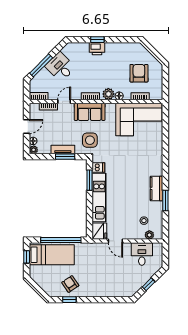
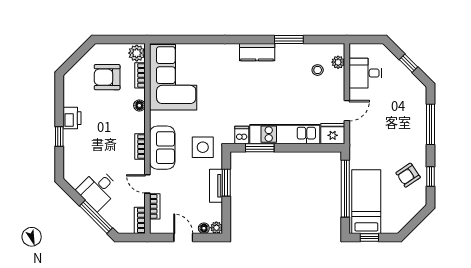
printer: (97, 49) -> (72, 118), moved
plant: (108, 94) -> (137, 53), moved
kitchen counter: (156, 188) -> (257, 52), moved
window: (106, 300) -> (430, 124), added

